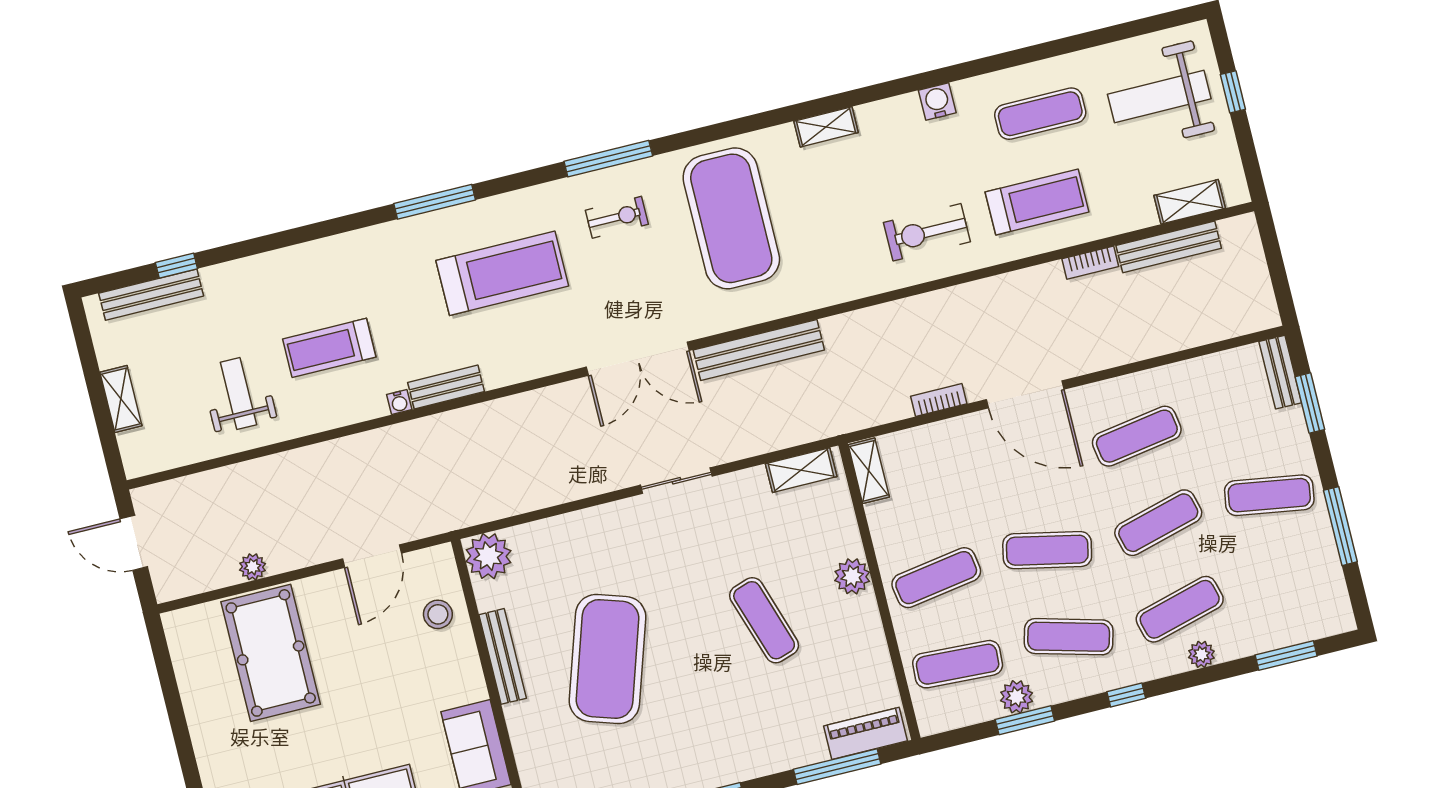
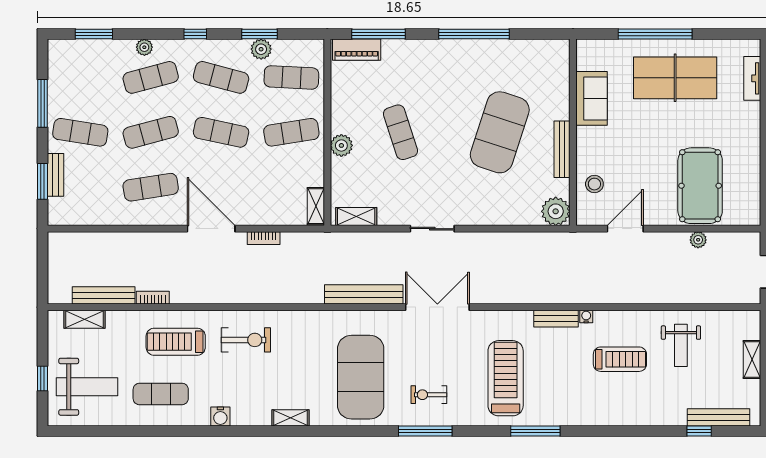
treadmill: (502, 273) -> (506, 378), turned 90
bench: (1280, 372) -> (56, 175), moved

